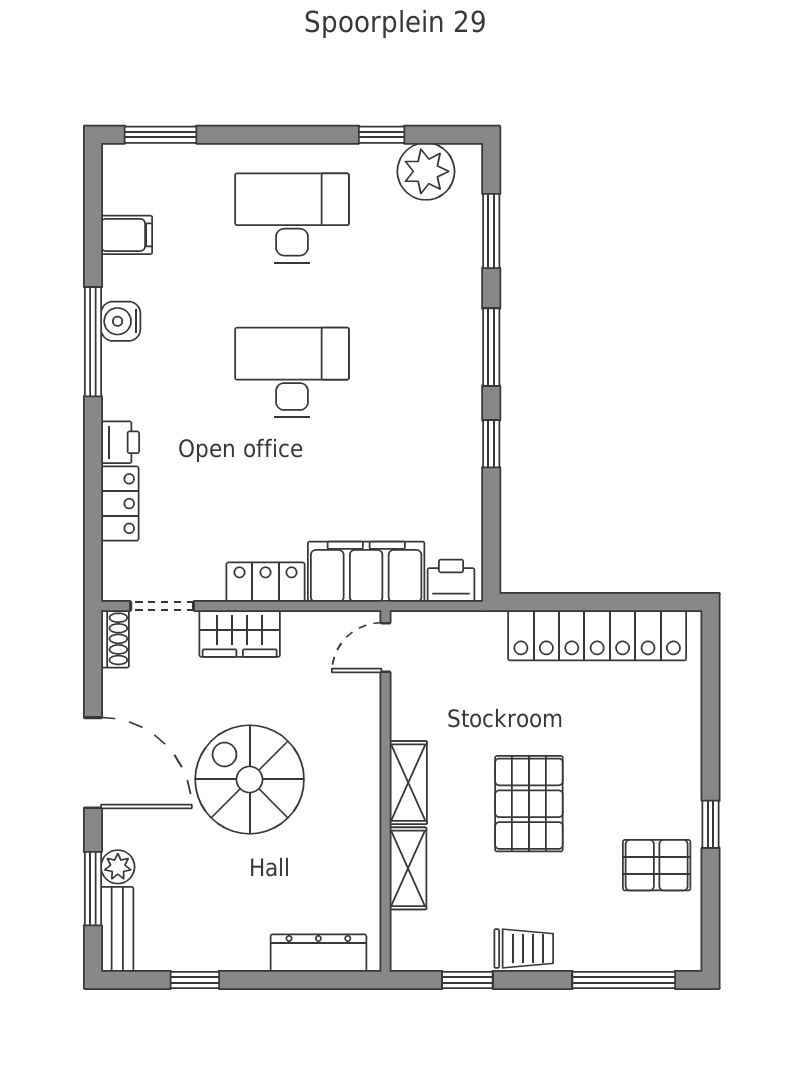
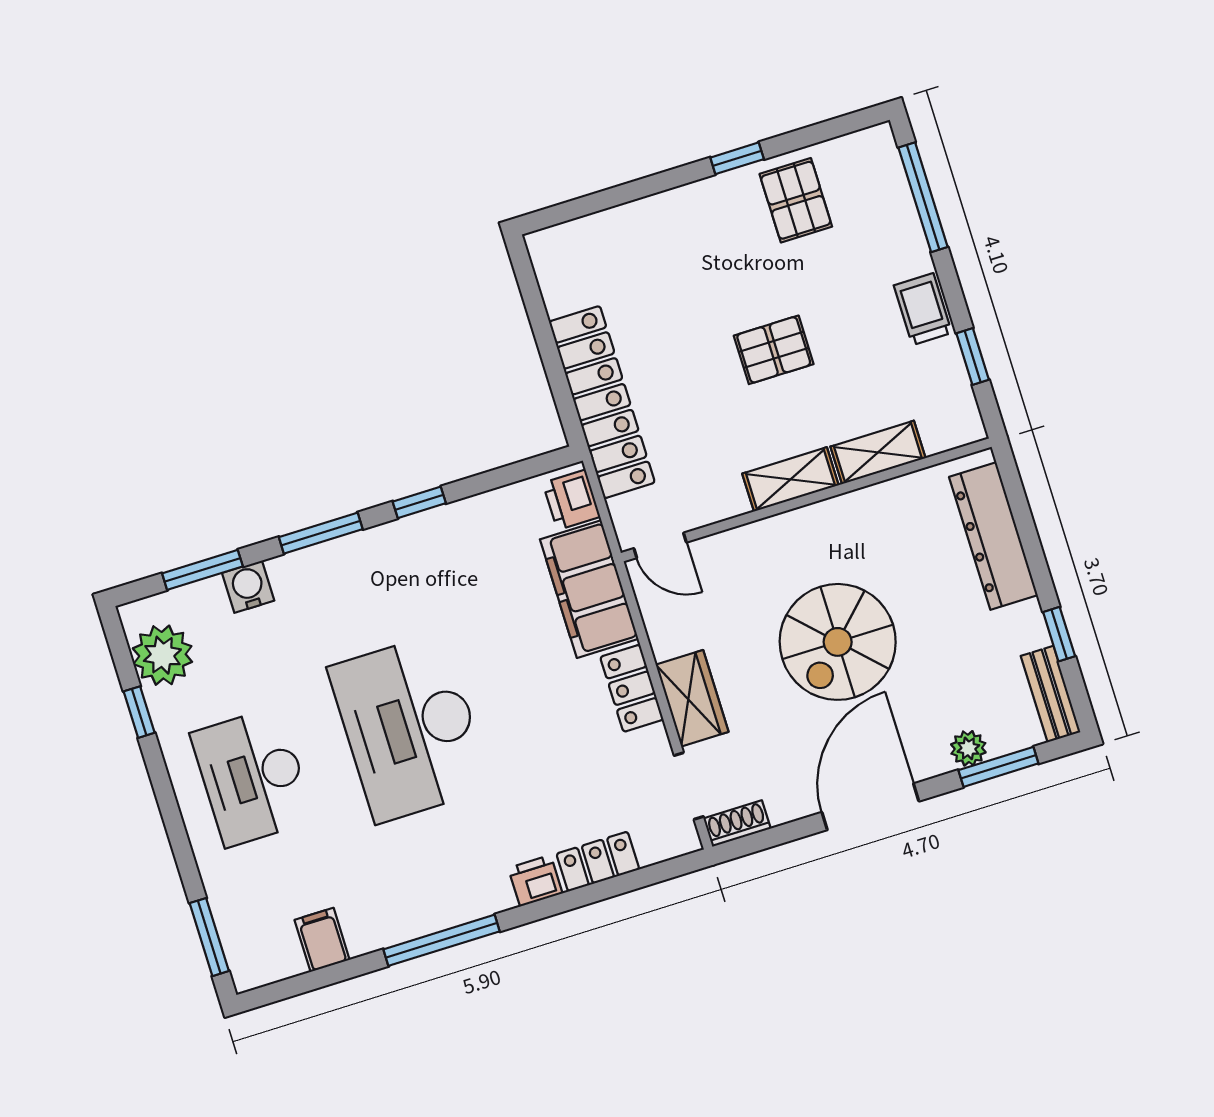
water cooler: (121, 321) -> (248, 587), moved, turned 180
desk: (292, 372) -> (410, 728), width x1.36, depth x1.30
locker: (597, 635) -> (602, 402), moved
pallet: (529, 804) -> (774, 350), width x0.67, depth x0.71
bench: (117, 929) -> (1051, 694), moved, turned 90
dresser: (318, 953) -> (993, 536), width x1.37, depth x1.24

